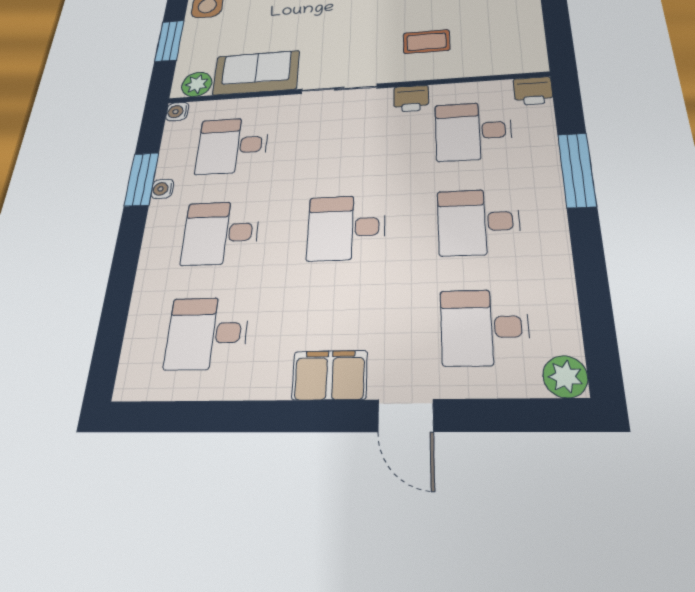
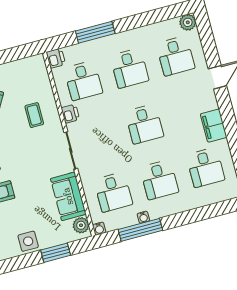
window: (142, 179) -> (140, 230), width x1.44
filing cabinet: (330, 375) -> (214, 126), moved

